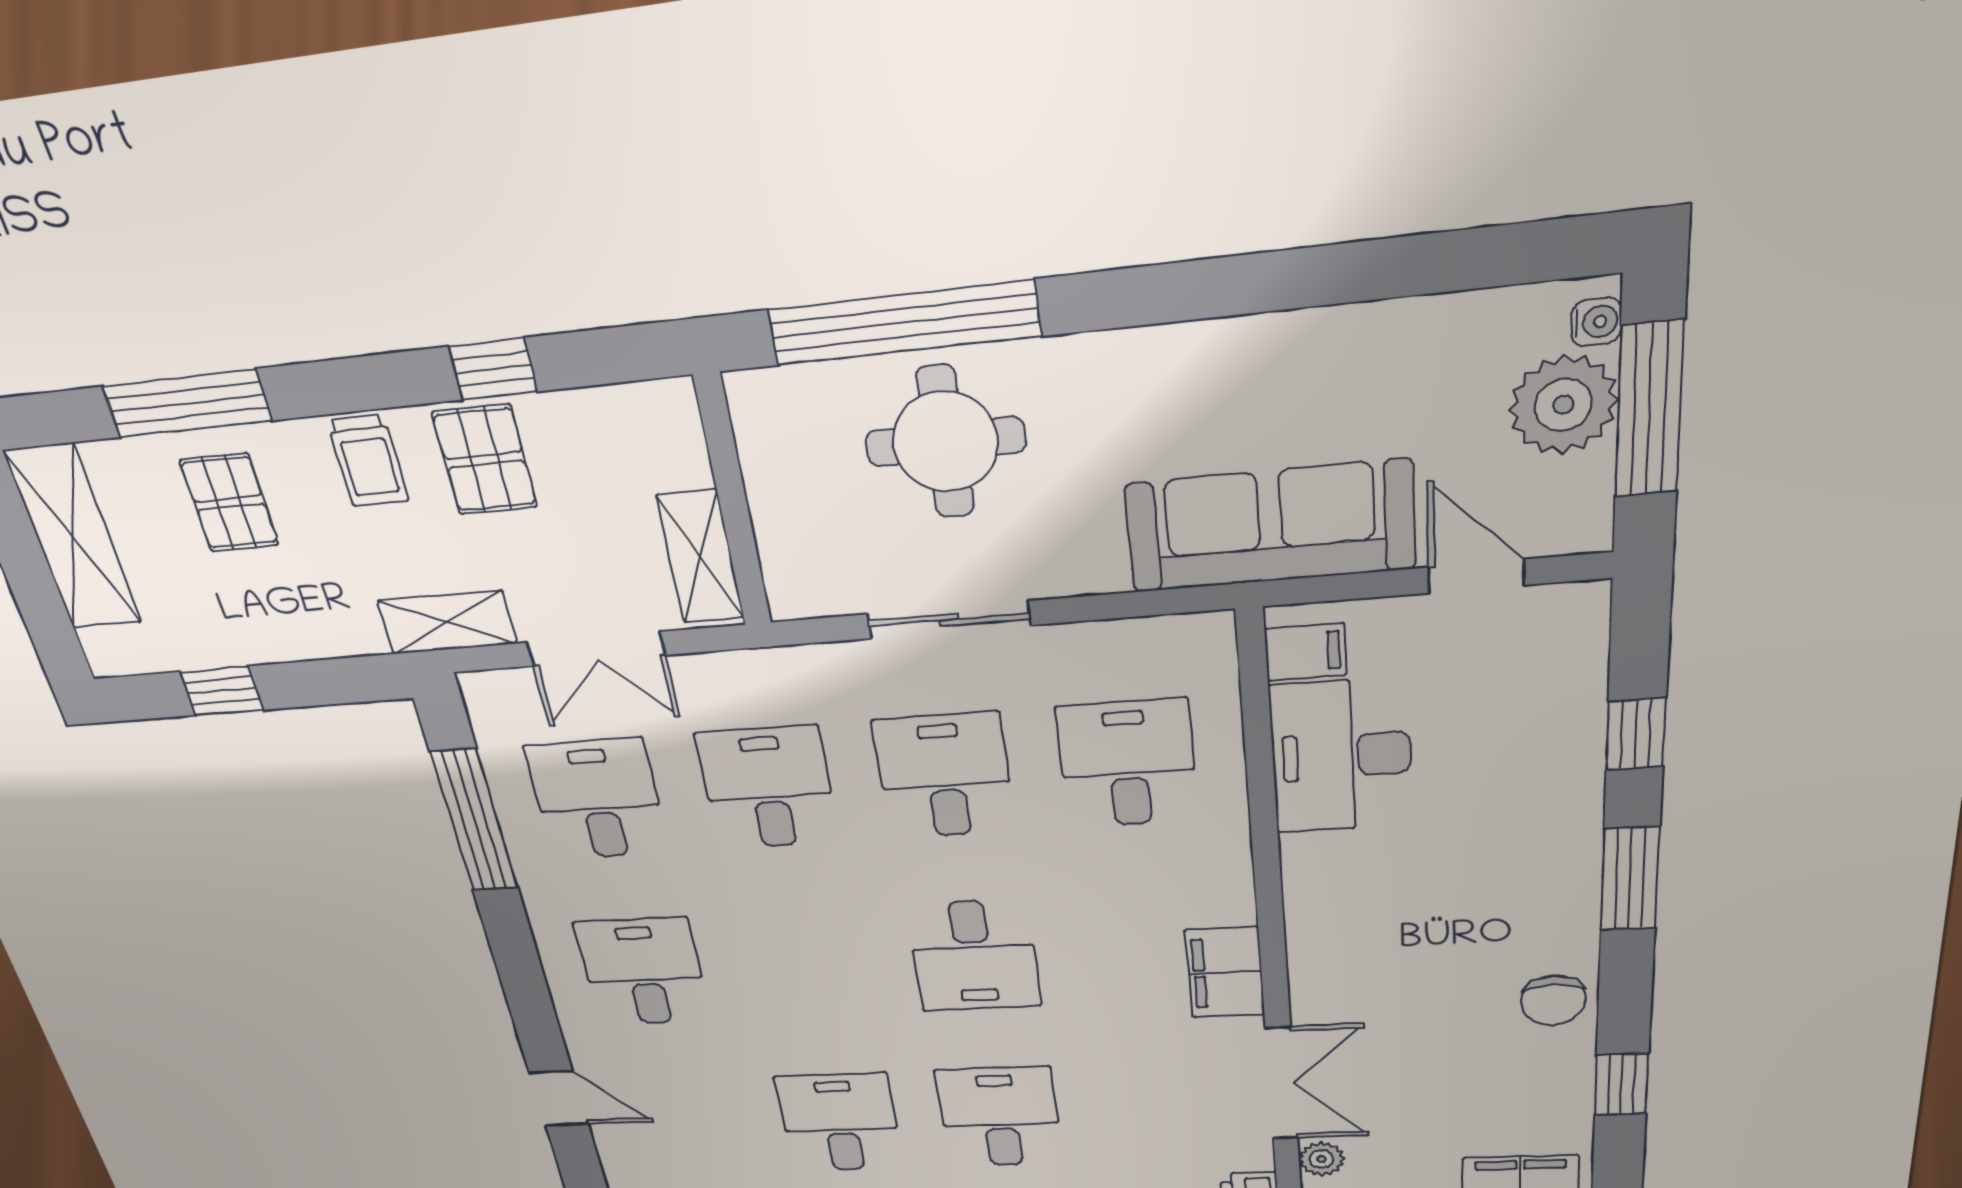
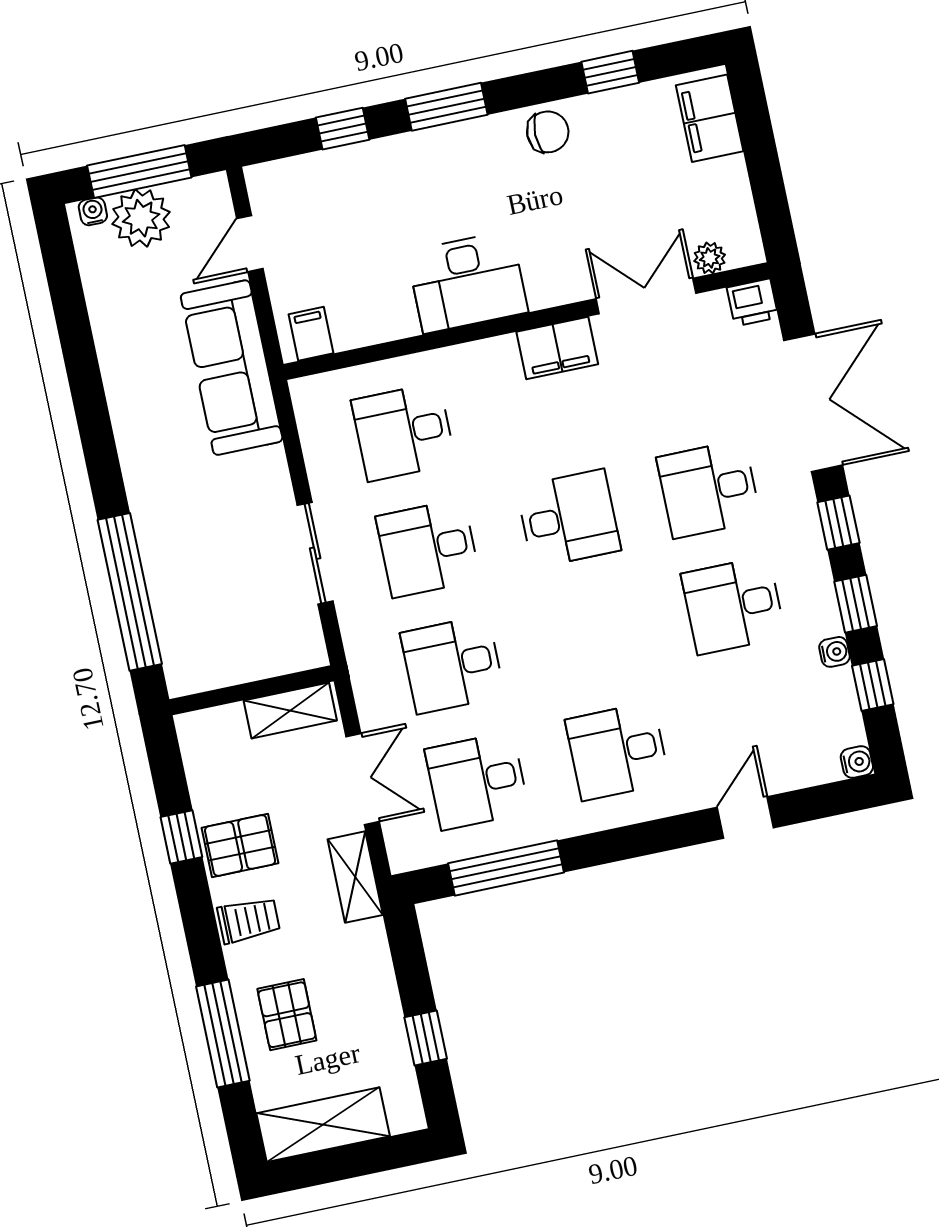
round table: (945, 442) -> (199, 563), removed
pallet: (229, 503) -> (287, 1015), turned 90
desk: (1341, 756) -> (467, 282), moved

